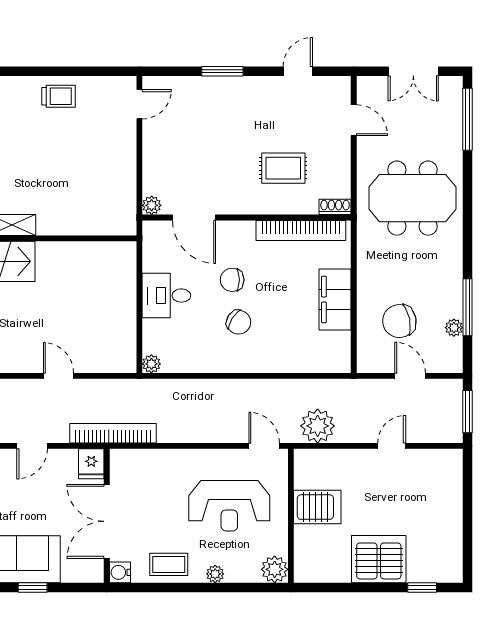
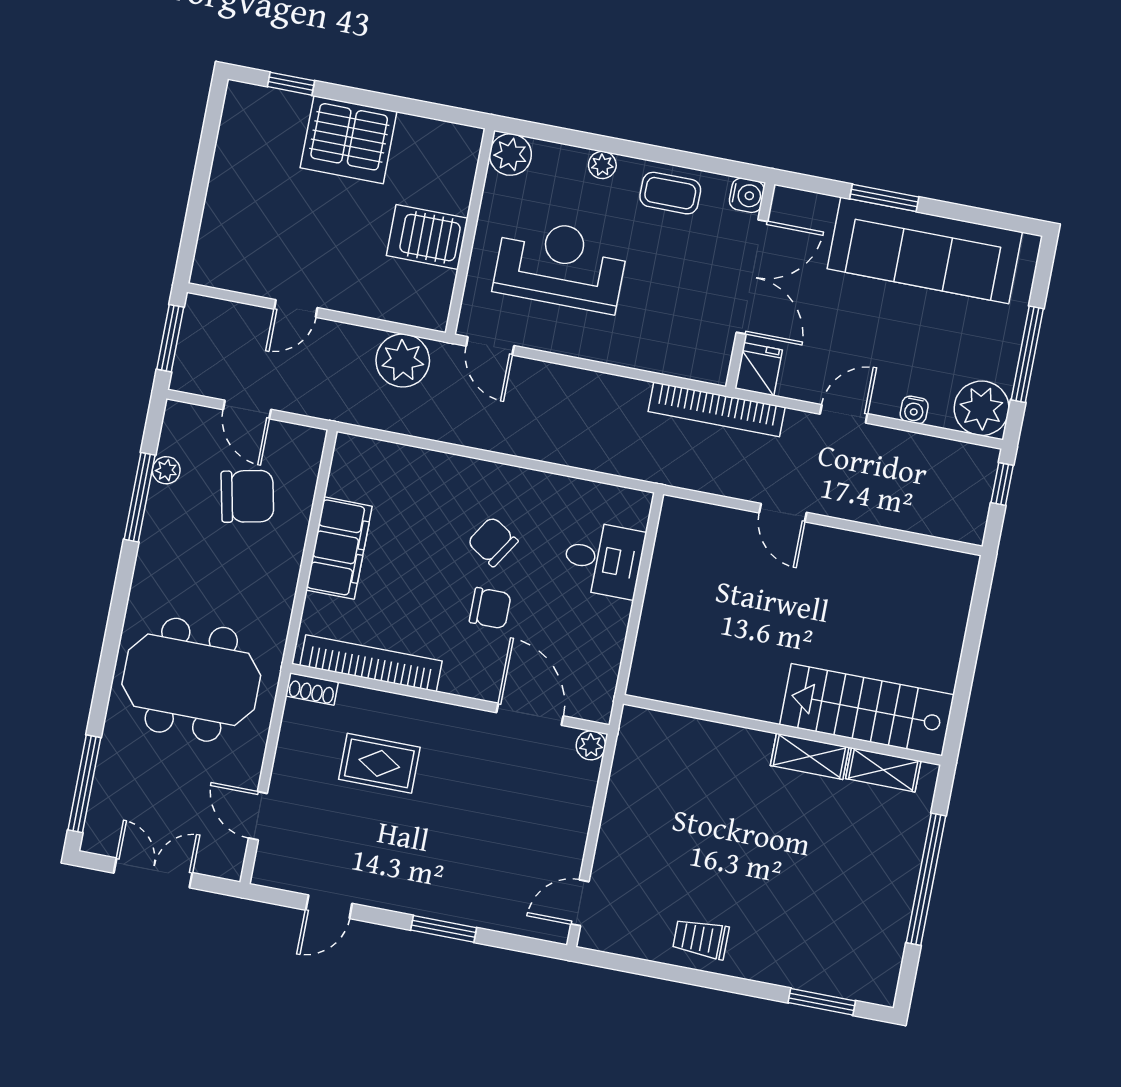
desk: (166, 296) -> (603, 559), moved
plant: (151, 364) -> (638, 504), removed
window: (33, 587) -> (884, 198), width x1.50

